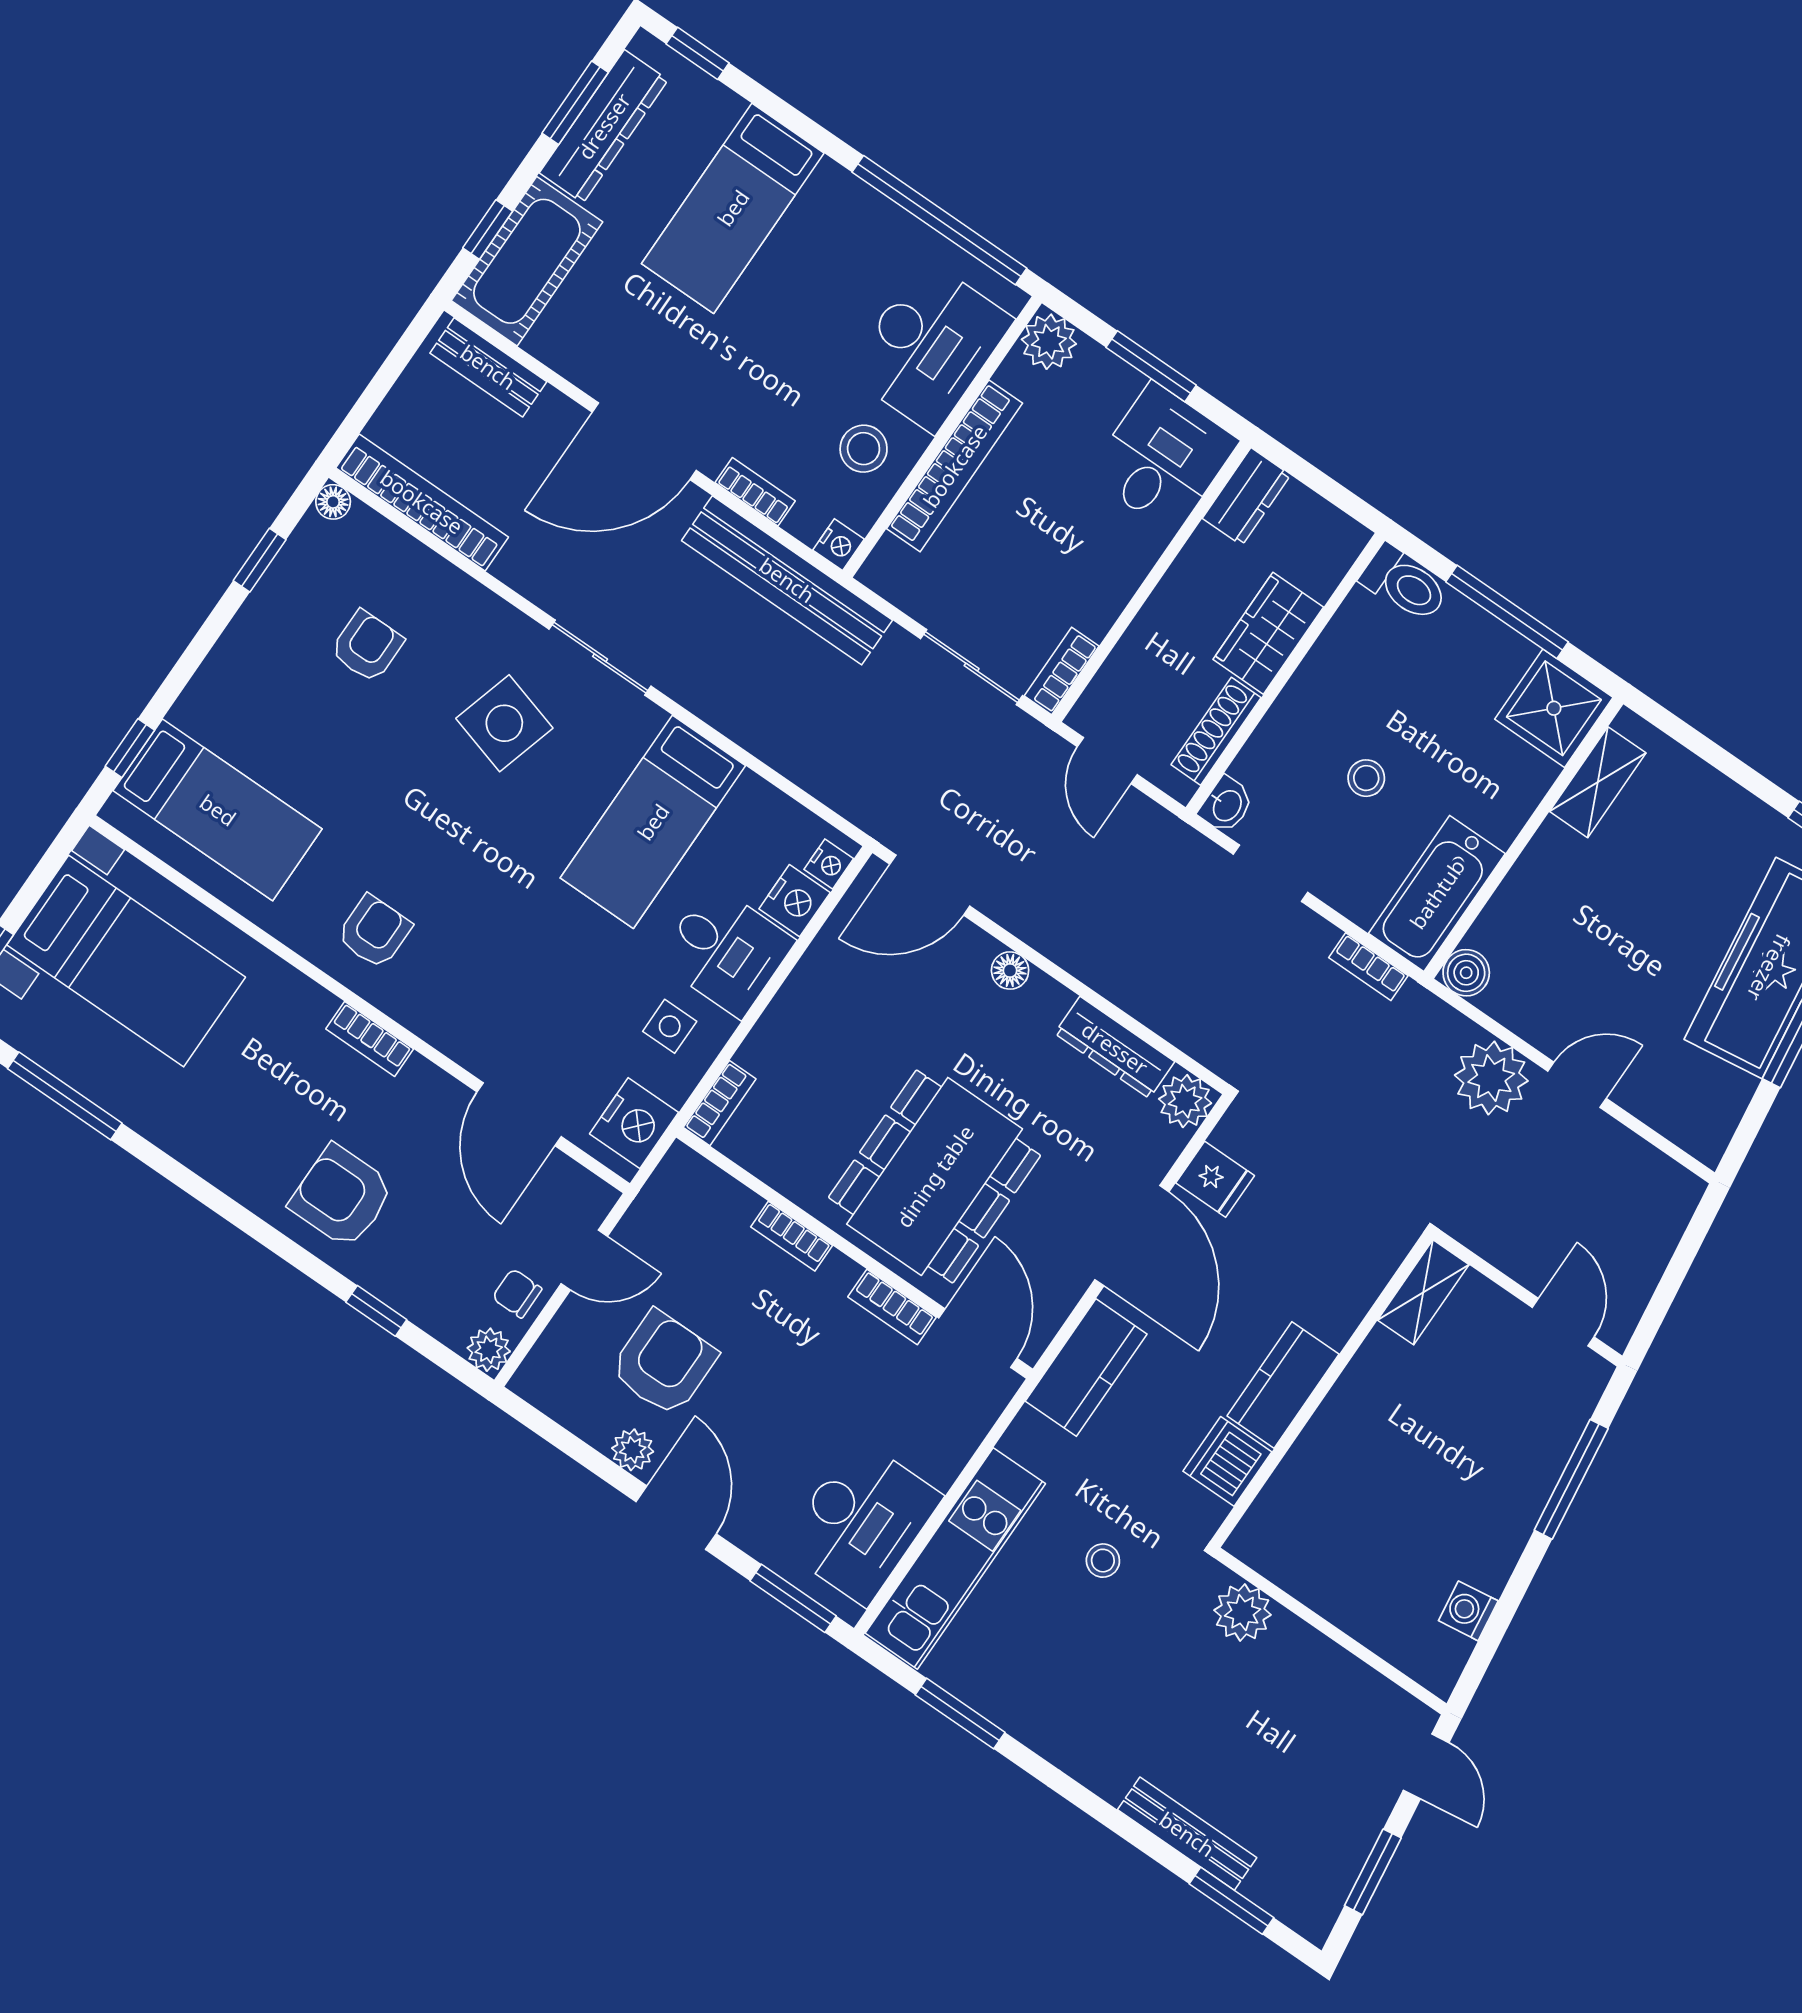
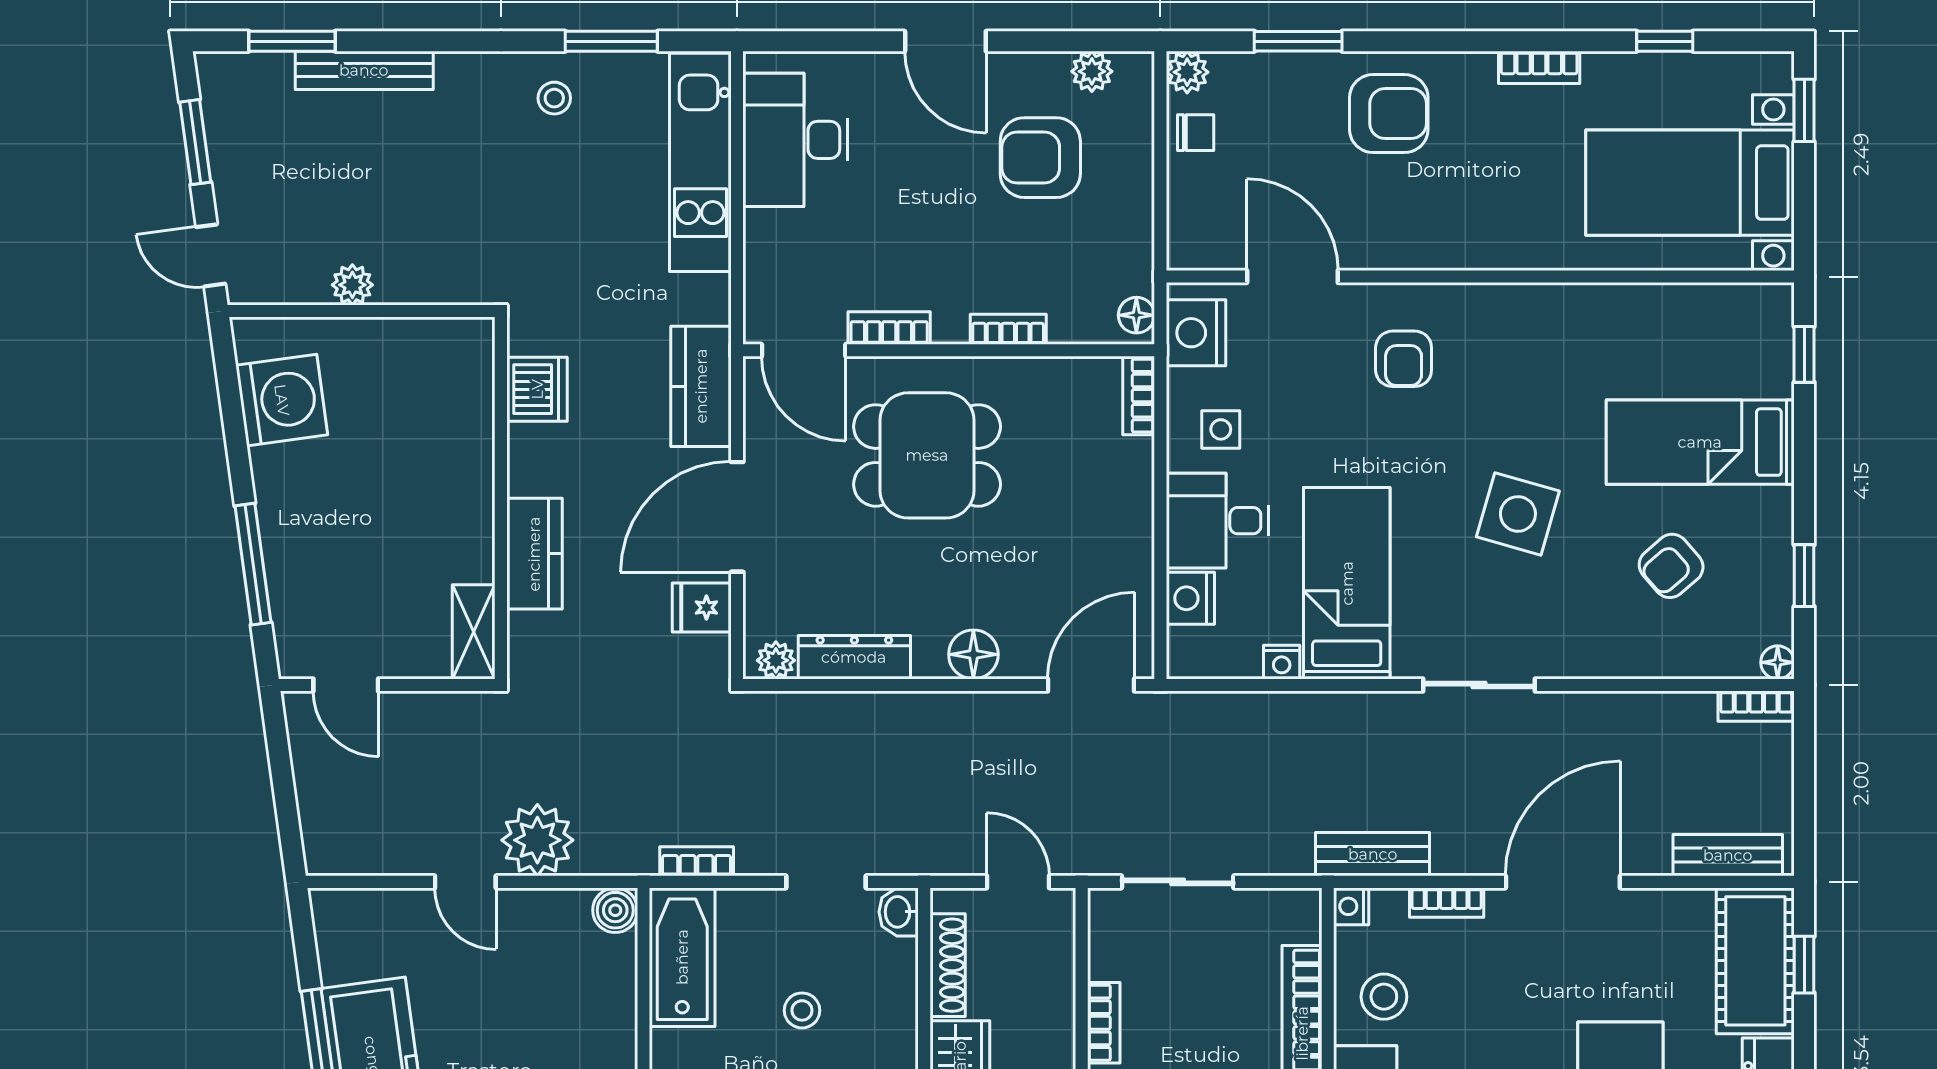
bookcase: (422, 502) -> (1756, 706), width x0.43, depth x0.76
bench: (787, 580) -> (1373, 854), width x0.54, depth x0.82
armchair: (367, 646) -> (1671, 566), turned 49
bookcase: (1062, 671) -> (1104, 1023), moved
side table: (504, 723) -> (1518, 514), moved
bed: (218, 810) -> (1700, 442), moved
nightstand: (829, 864) -> (1282, 662), moved, turned -90
armchair: (374, 932) -> (1404, 359), moved
floor lamp: (1010, 971) -> (973, 654), width x1.37, depth x1.37
bookcase: (370, 1039) -> (1539, 67), moved, turned 180
door: (1577, 1085) -> (465, 882), hinge flipped
window: (65, 1096) -> (1665, 41), width x0.46
plant: (1185, 1101) -> (776, 660), width x0.73, depth x0.73
floor lamp: (674, 1173) -> (1136, 315), added
dining table: (935, 1176) -> (927, 455), width x0.73
door: (1132, 1236) -> (737, 517), hinge flipped
door: (584, 1260) -> (1160, 196), removed
window: (376, 1311) -> (1298, 41), width x1.50
armchair: (664, 1363) -> (1040, 158), turned 90
kitchen counter: (1283, 1385) -> (534, 554), moved
plant: (633, 1450) -> (1092, 71), moved
stool: (1103, 1561) -> (554, 98), moved
window: (793, 1598) -> (808, 41), removed
washing machine: (1468, 1611) -> (282, 400), width x1.89, depth x1.89
plant: (1243, 1612) -> (352, 285), moved, width x0.73, depth x0.73

